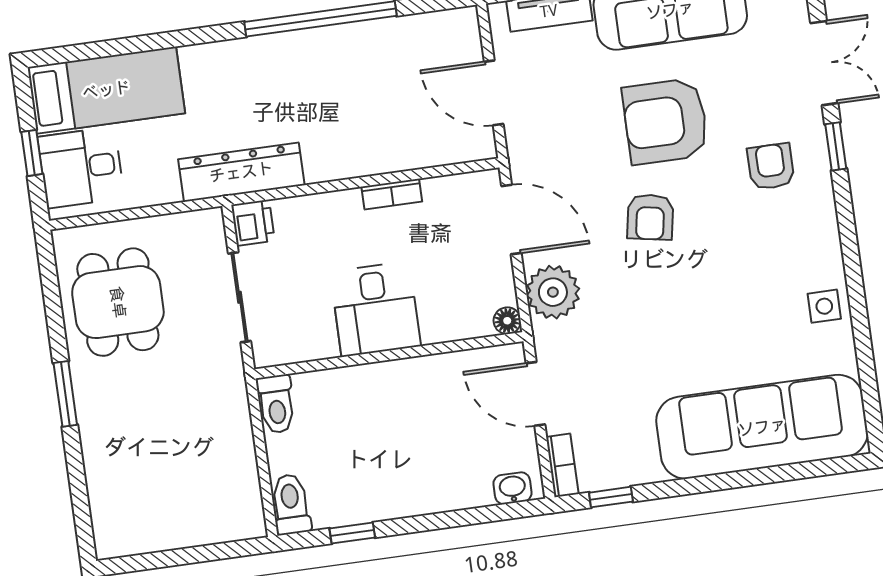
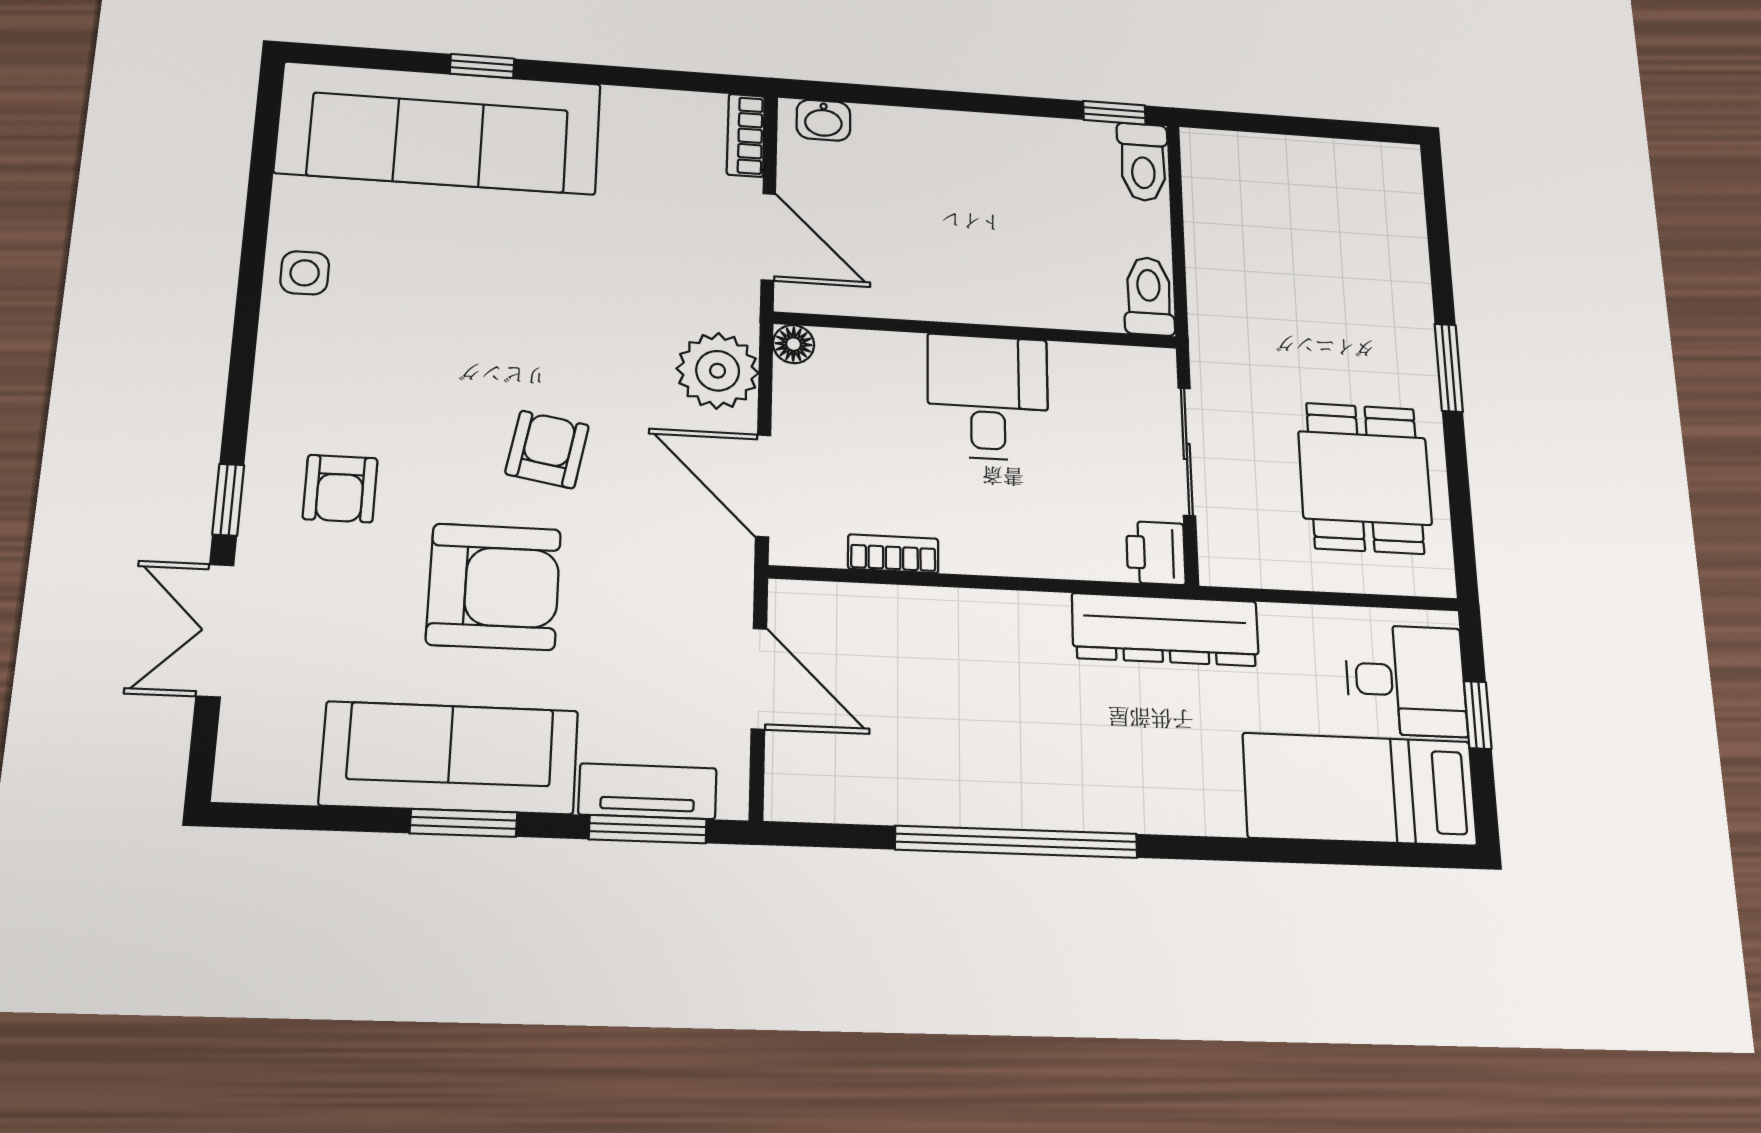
bookcase: (392, 194) -> (893, 554), moved
window: (611, 497) -> (482, 66), moved
window: (352, 533) -> (1114, 113), moved

